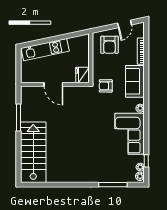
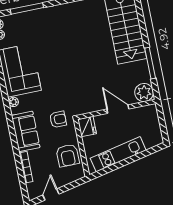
armchair: (109, 45) -> (68, 155), moved, turned 180
kitchen unit: (45, 50) -> (118, 154), moved
plant: (29, 94) -> (144, 93), added

